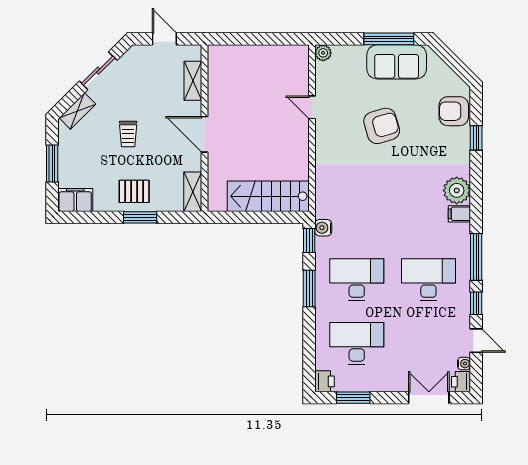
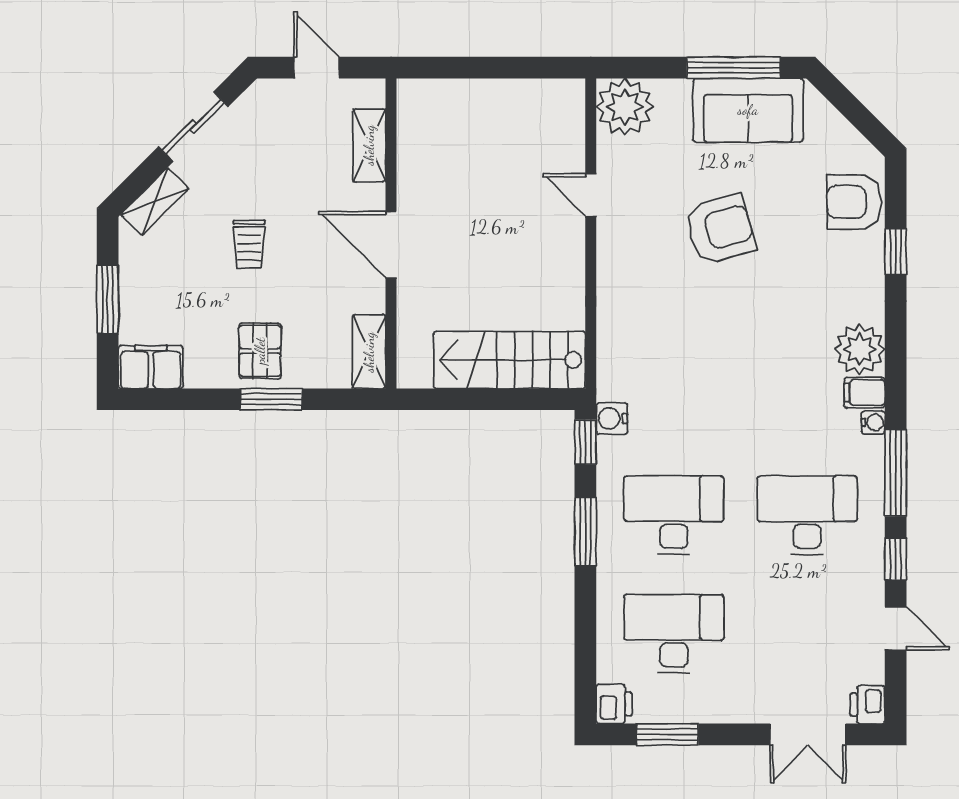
plant: (323, 53) -> (625, 107), width x1.87, depth x1.87
pallet: (134, 191) -> (260, 351), turned 90
water cooler: (464, 364) -> (873, 422), moved
double door: (429, 398) -> (808, 734), swing flipped

